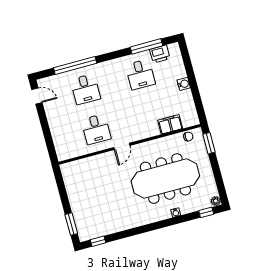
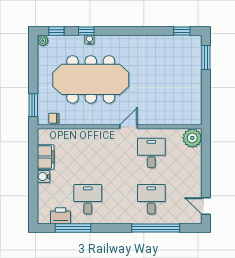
filing cabinet: (170, 124) -> (46, 157), moved, turned -90
plant: (64, 152) -> (192, 138), added
window: (180, 219) -> (86, 31), added

